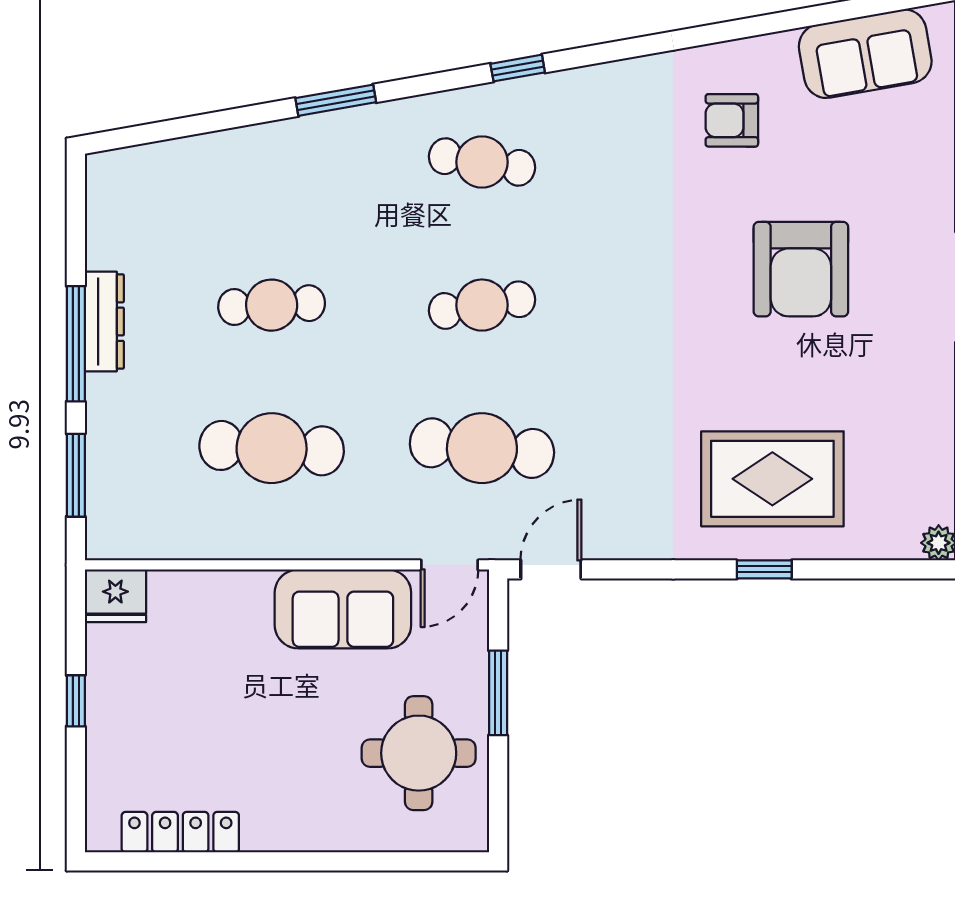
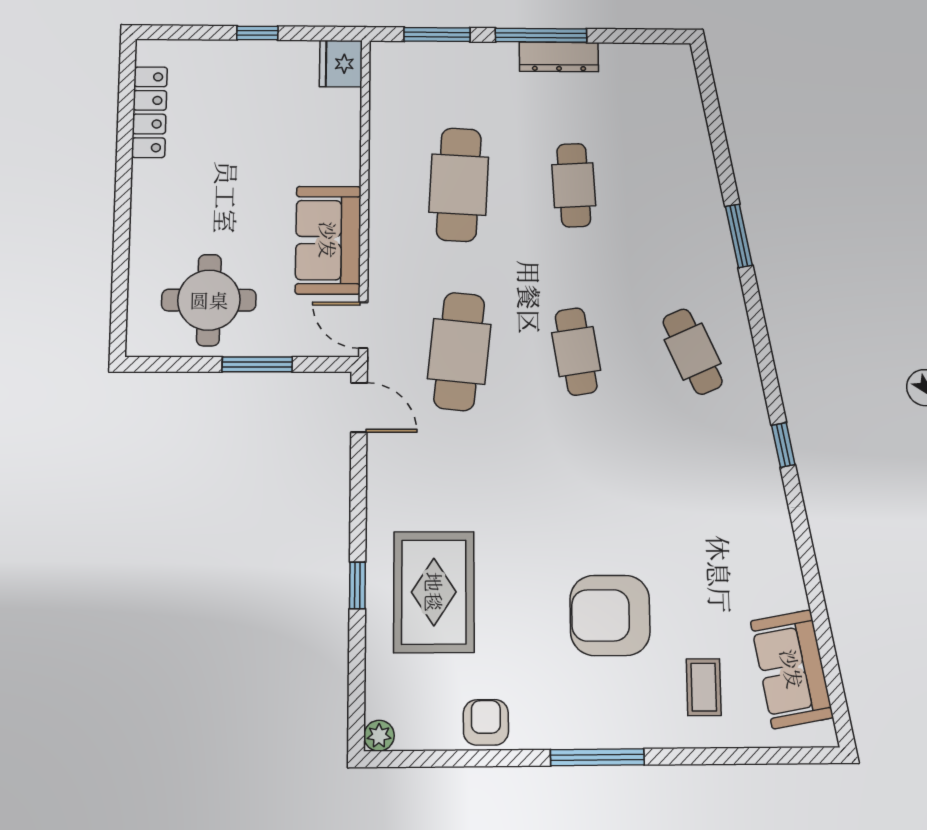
window: (518, 68) -> (783, 445), moved
armchair: (732, 120) -> (486, 722), moved
coffee table: (885, 160) -> (704, 687), added
cafe table: (482, 162) -> (693, 352), turned -33

